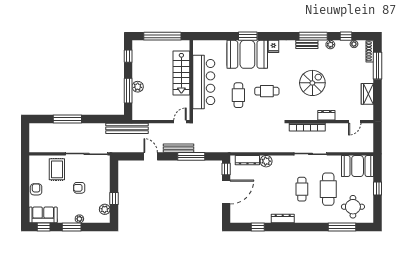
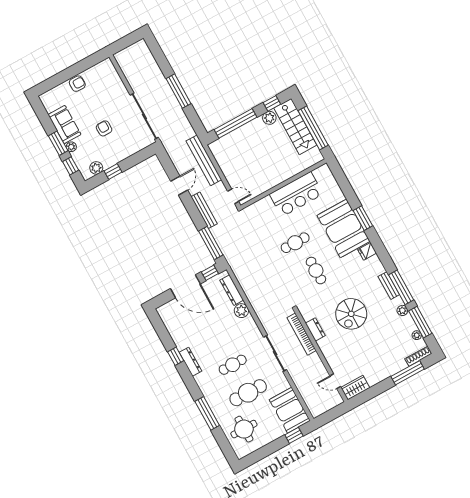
window: (346, 36) -> (420, 322), width x2.17
stairs: (181, 73) -> (295, 127), moved, turned -90
bar counter: (204, 82) -> (296, 194), width x0.73
spiral stairs: (312, 83) -> (351, 314), turned 90
plant: (138, 87) -> (269, 118), moved
window: (128, 91) -> (236, 123), width x1.46
wardrobe: (367, 94) -> (355, 388), moved
dresser: (326, 115) -> (315, 329), moved
window: (67, 119) -> (178, 91), moved
bench: (127, 128) -> (204, 160), moved
window: (191, 156) -> (211, 243), moved
rug: (57, 169) -> (111, 94), removed
window: (378, 188) -> (294, 435), moved
sofa: (43, 215) -> (64, 125), moved
window: (44, 227) -> (71, 166), moved
window: (258, 227) -> (176, 356), moved
window: (342, 227) -> (207, 413), moved

